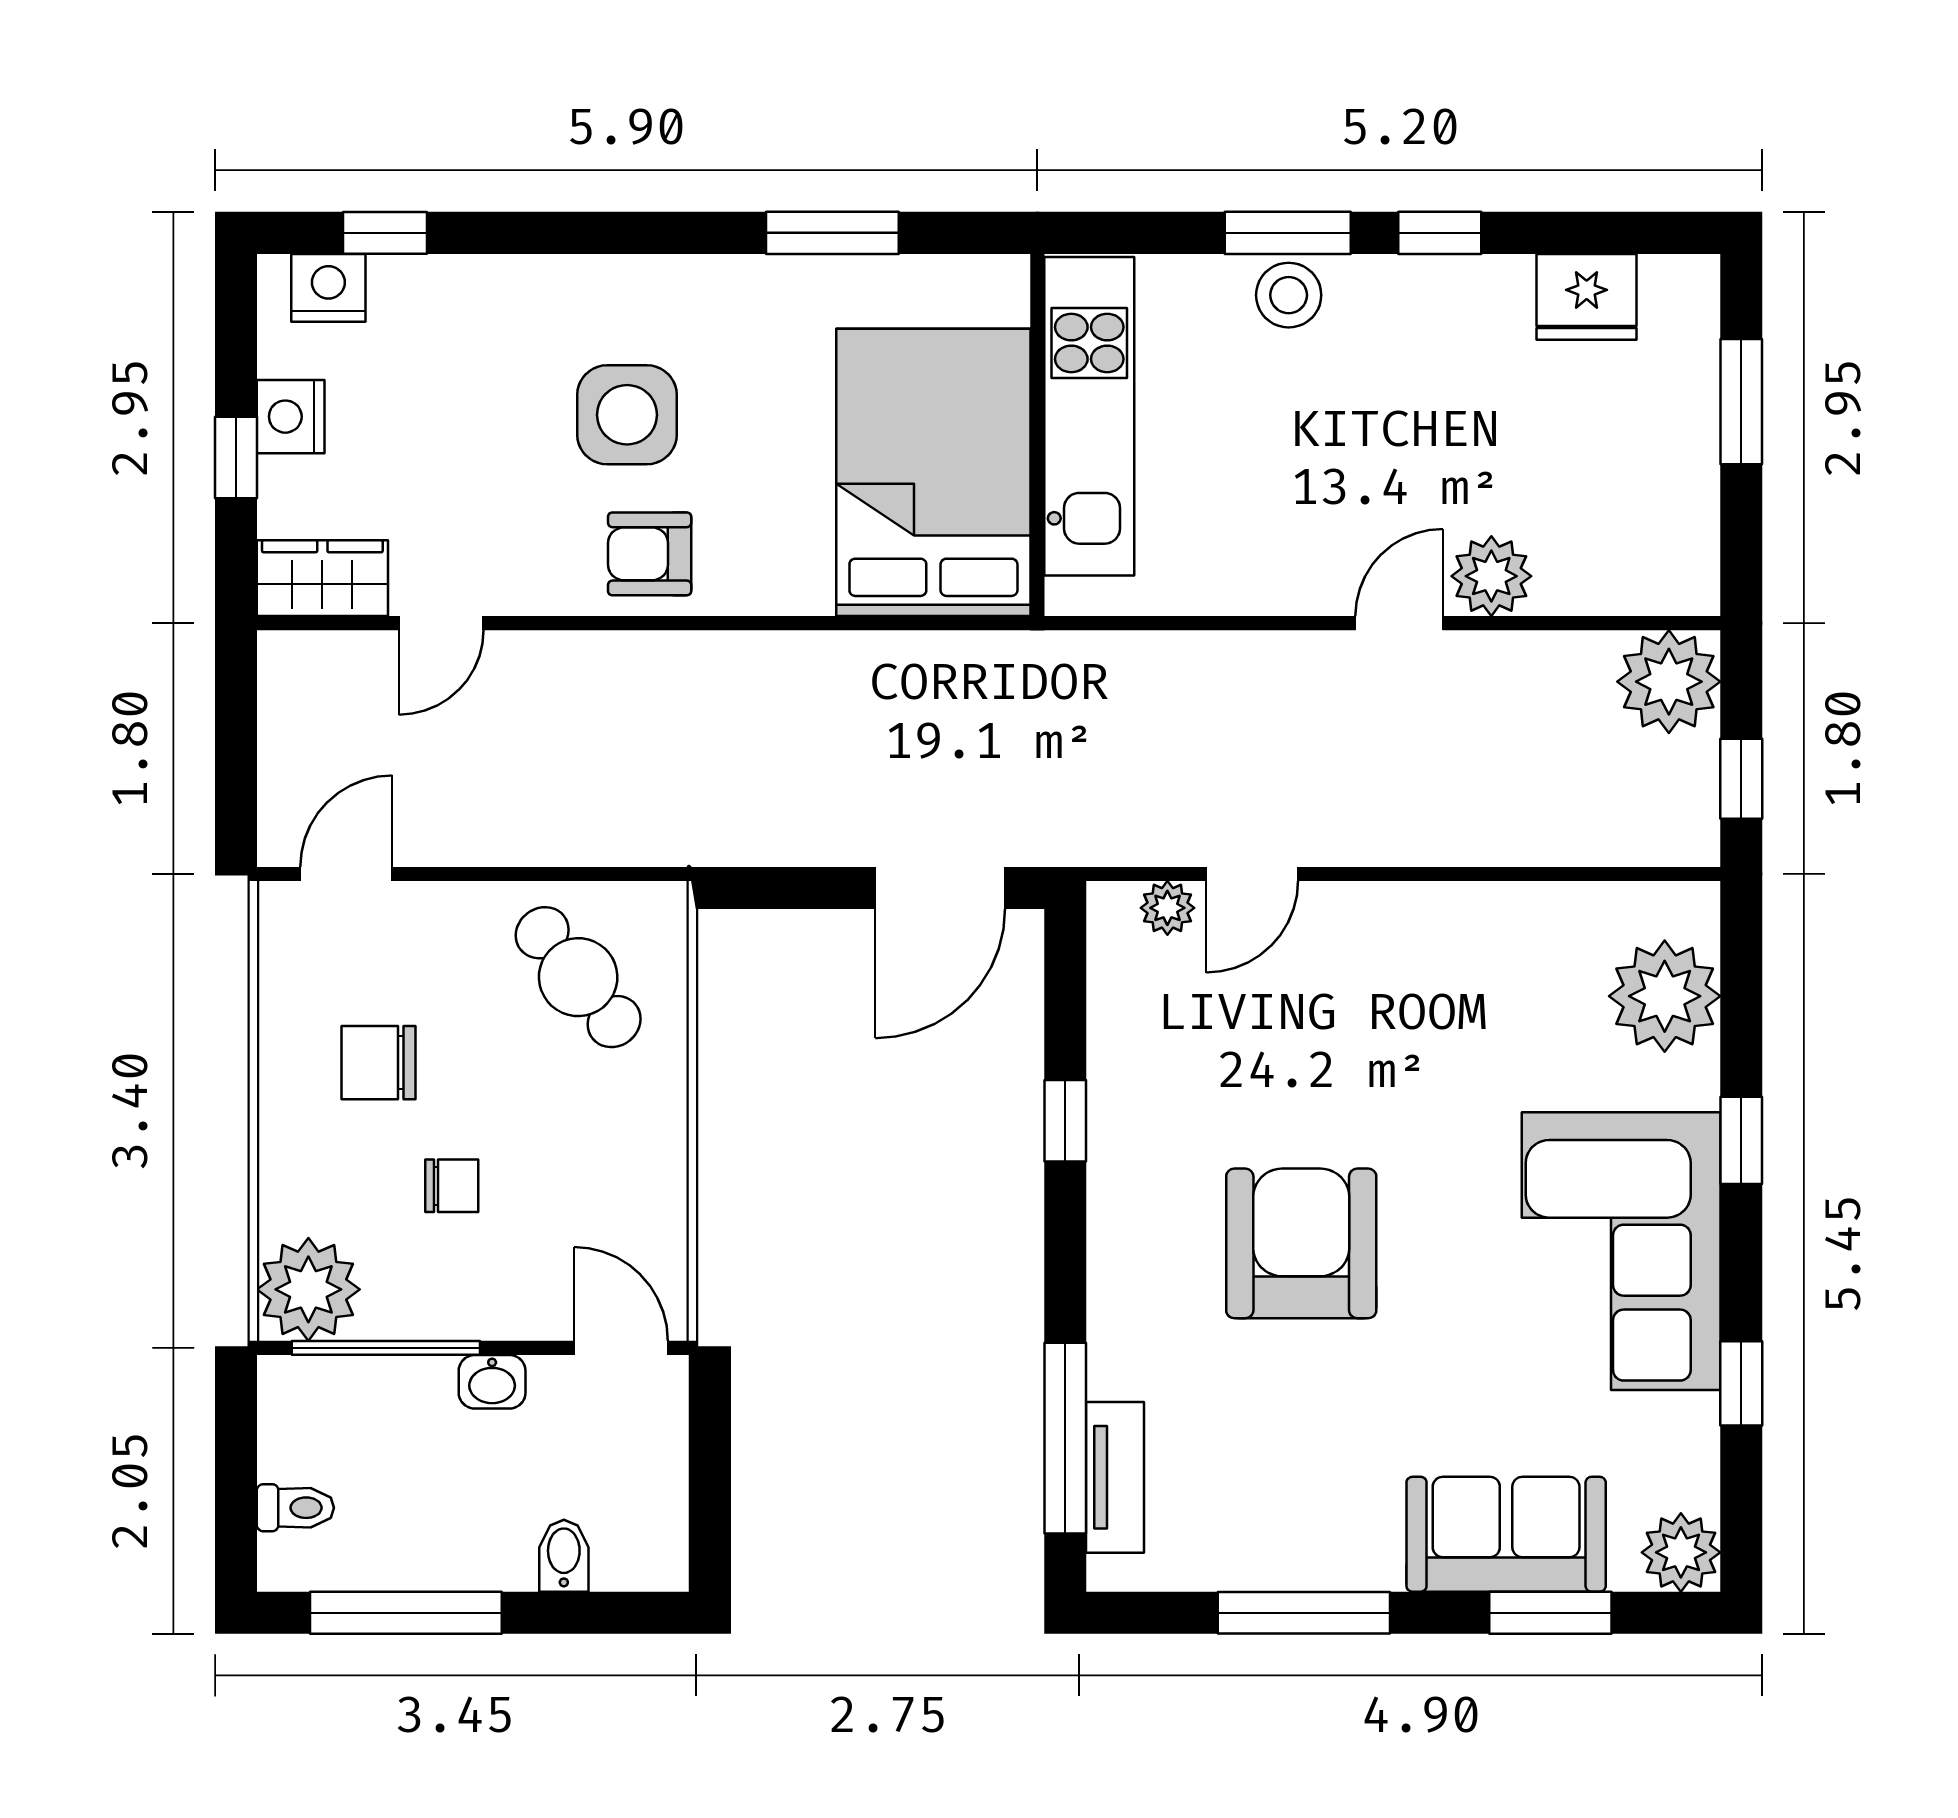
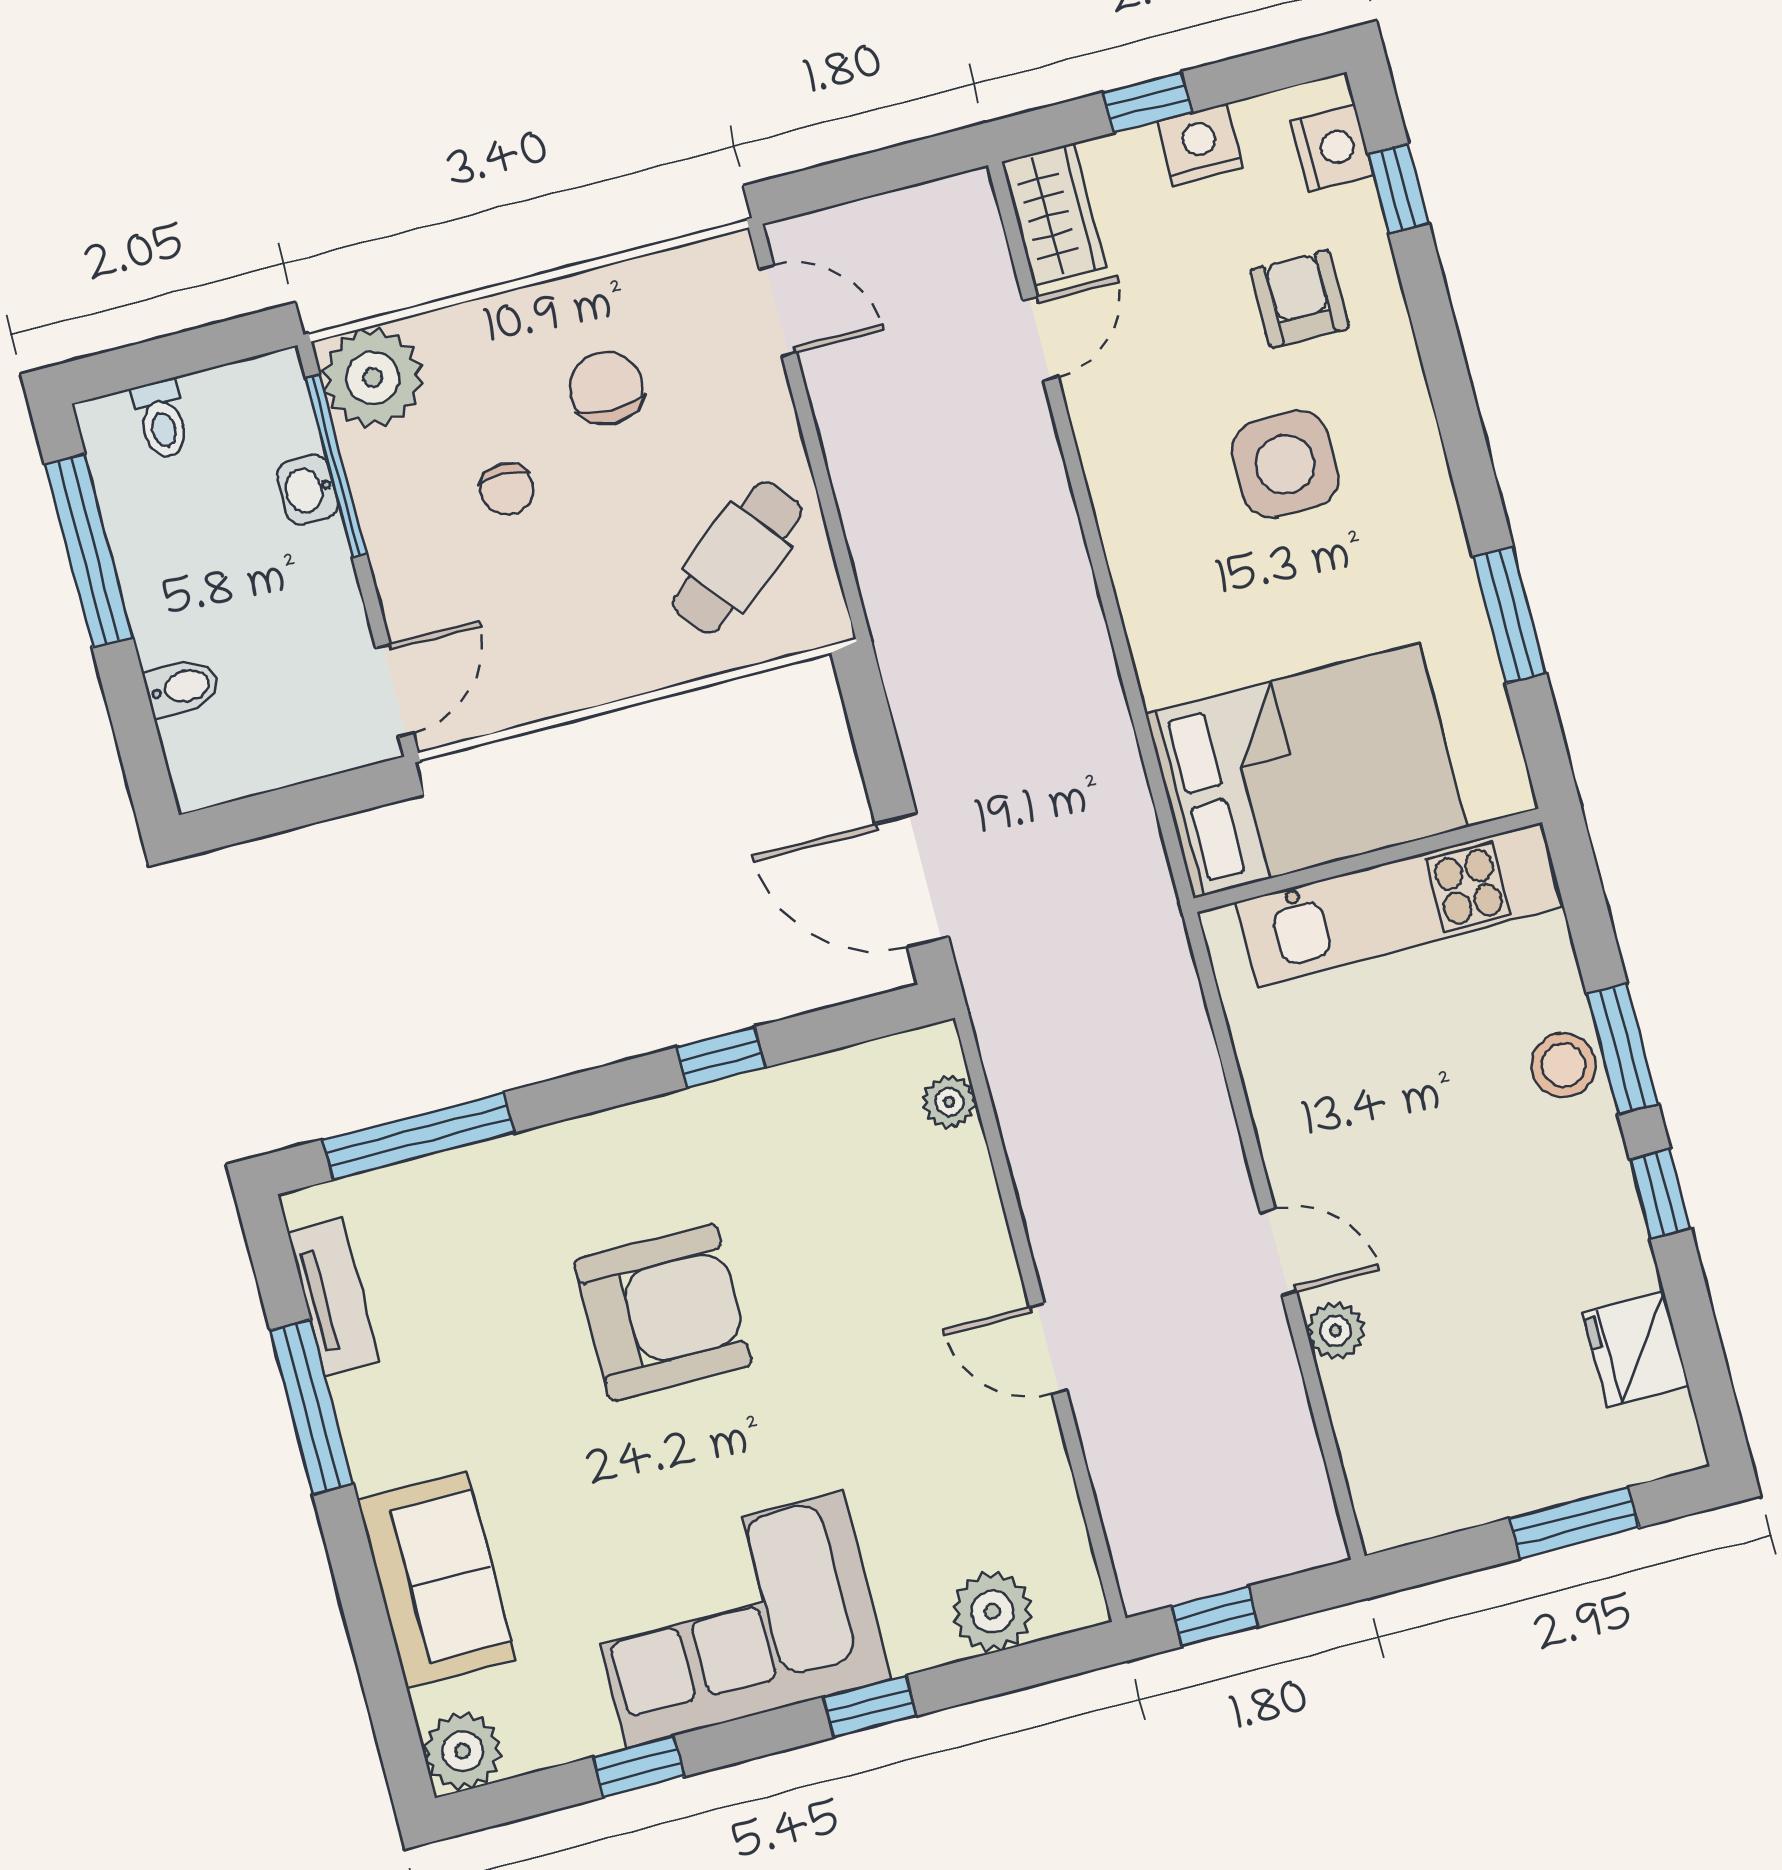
armchair: (650, 554) -> (1300, 299), moved
plant: (1491, 576) -> (1336, 1331), width x0.73, depth x0.73
door: (441, 623) -> (1040, 339), swing flipped
plant: (1669, 682) -> (1289, 1523), removed
door: (1252, 874) -> (1048, 1349), moved
plant: (1665, 996) -> (992, 1612), width x0.73, depth x0.73
washbasin: (492, 1382) -> (308, 490), moved
tv unit: (1115, 1477) -> (334, 1297), moved, turned -90
window: (1550, 1613) -> (373, 1642), removed

